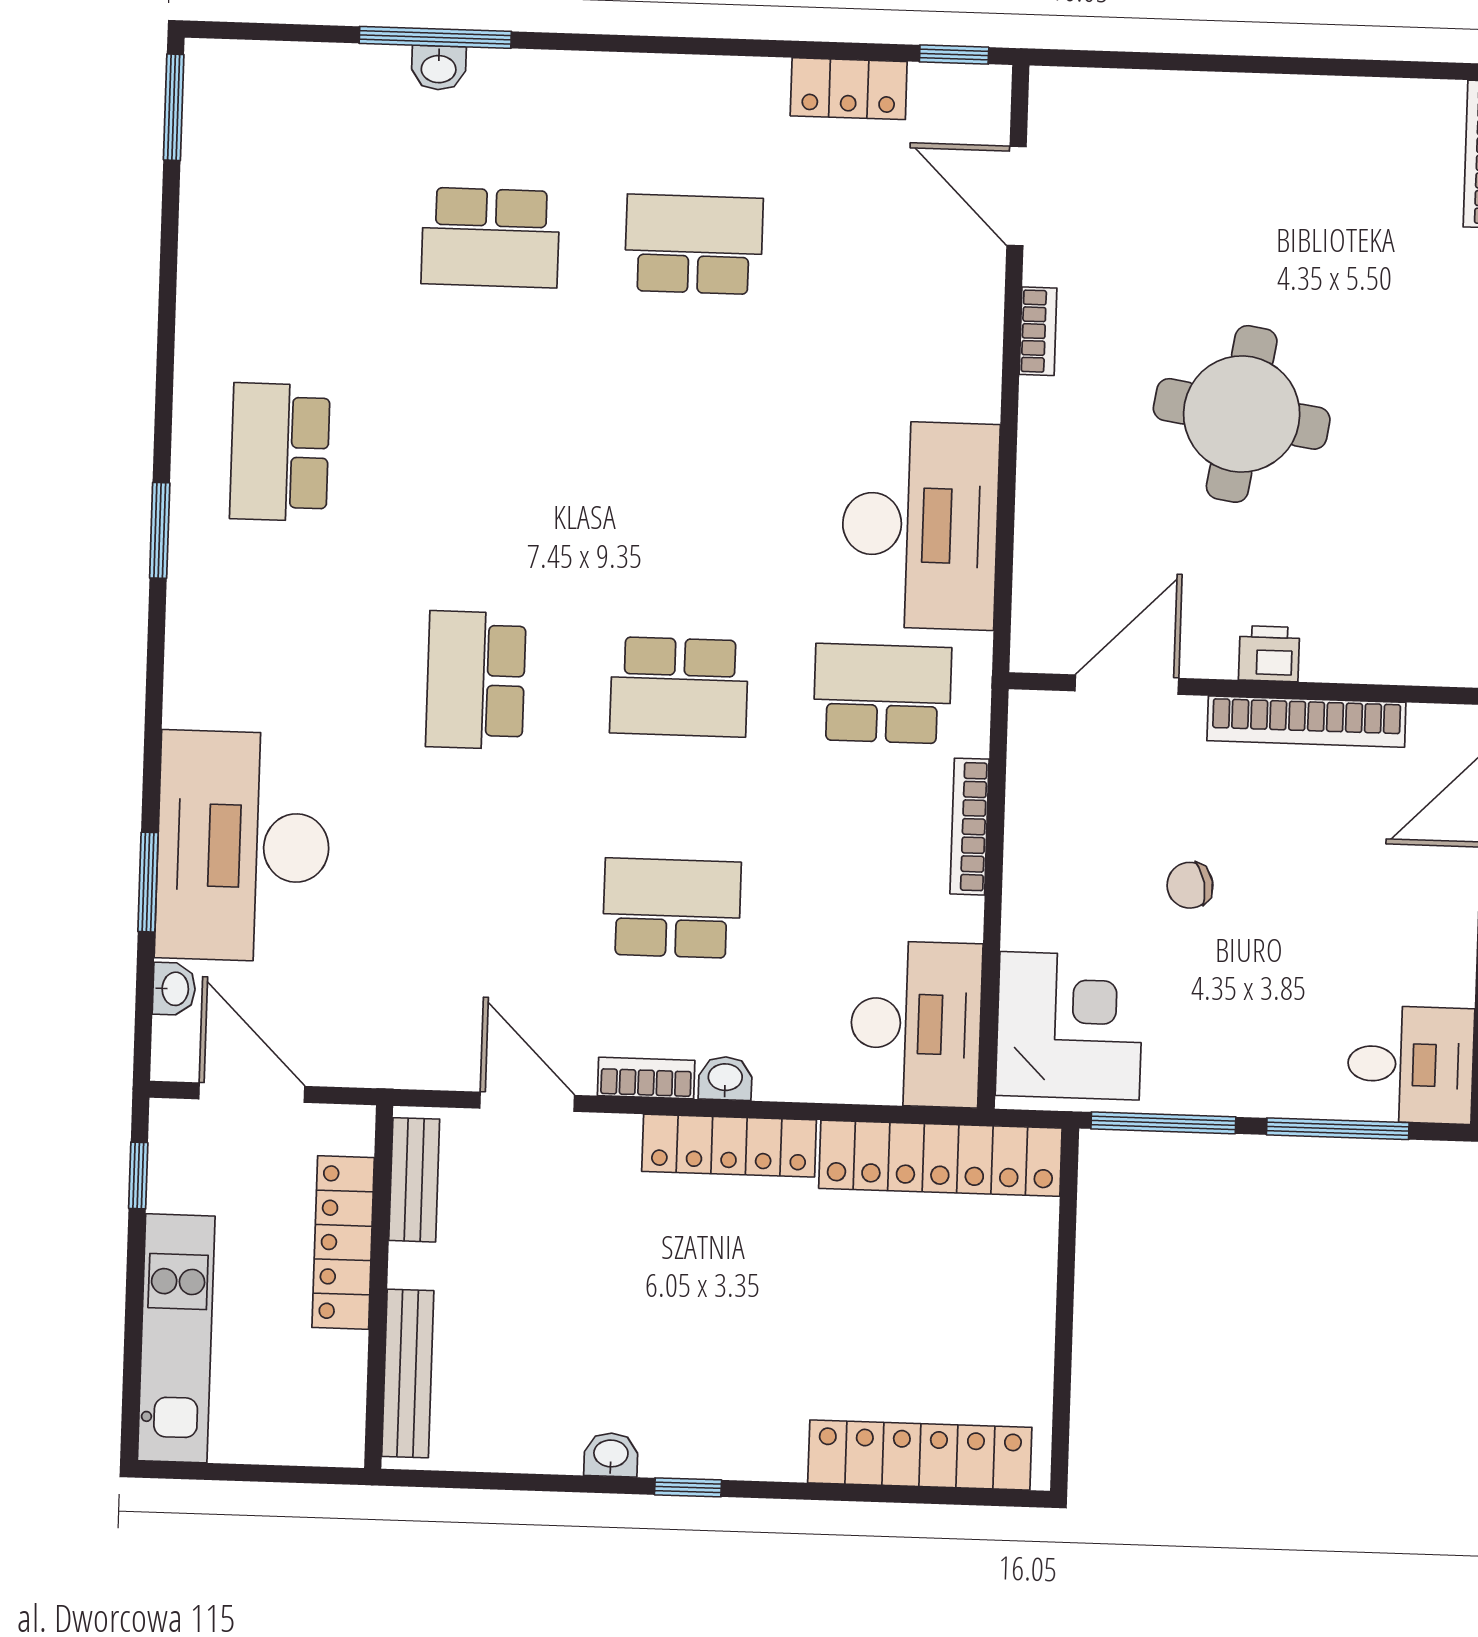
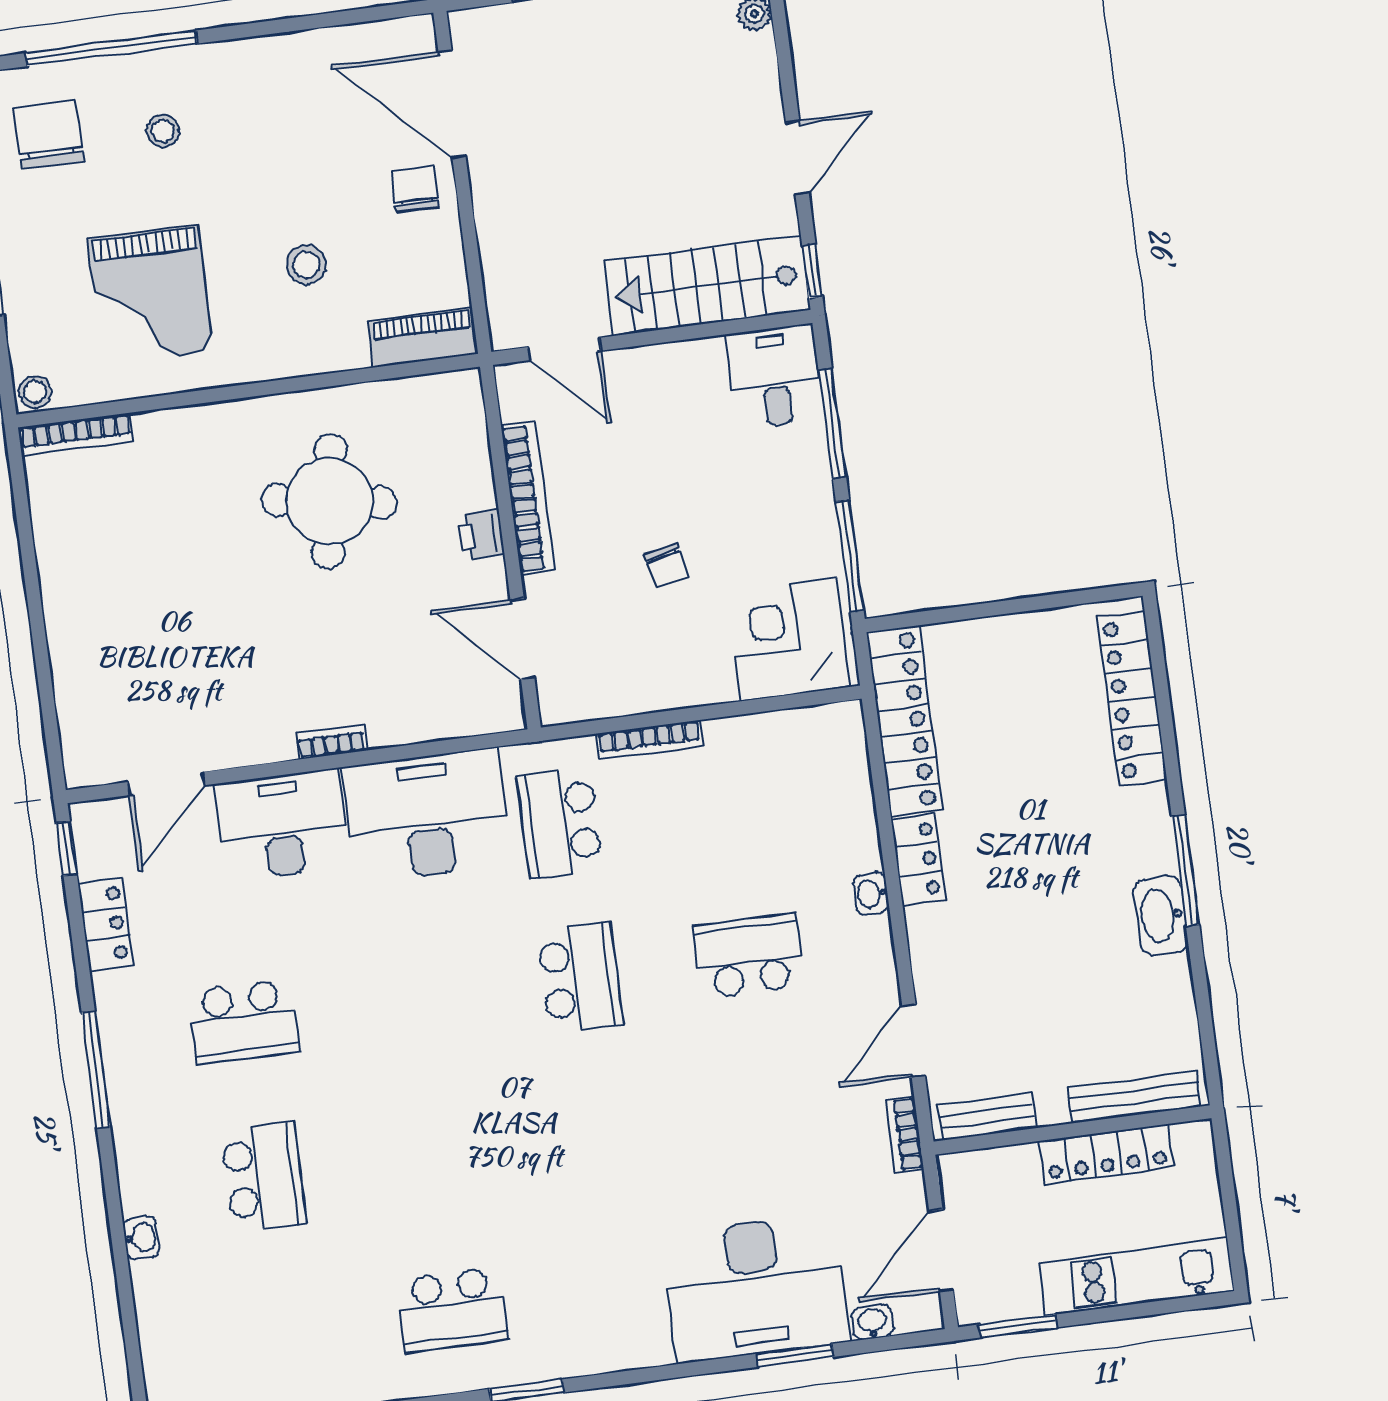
window: (435, 37) -> (96, 1070), moved
school desk: (694, 244) -> (243, 1022), turned -90
bookcase: (1038, 331) -> (331, 742), moved
round table: (1242, 414) -> (329, 501), moved
school desk: (476, 680) -> (601, 1132), removed
school desk: (672, 908) -> (749, 955), turned 90
desk: (916, 1024) -> (282, 825), moved
bookcase: (646, 1078) -> (904, 1135), moved
locker: (729, 1146) -> (918, 860), width x0.66
window: (138, 1175) -> (1018, 1326), width x1.50
locker: (343, 1243) -> (1106, 1154), moved
washbasin: (611, 1455) -> (1161, 915), width x1.91, depth x1.45
window: (688, 1487) -> (1185, 870), width x2.17

